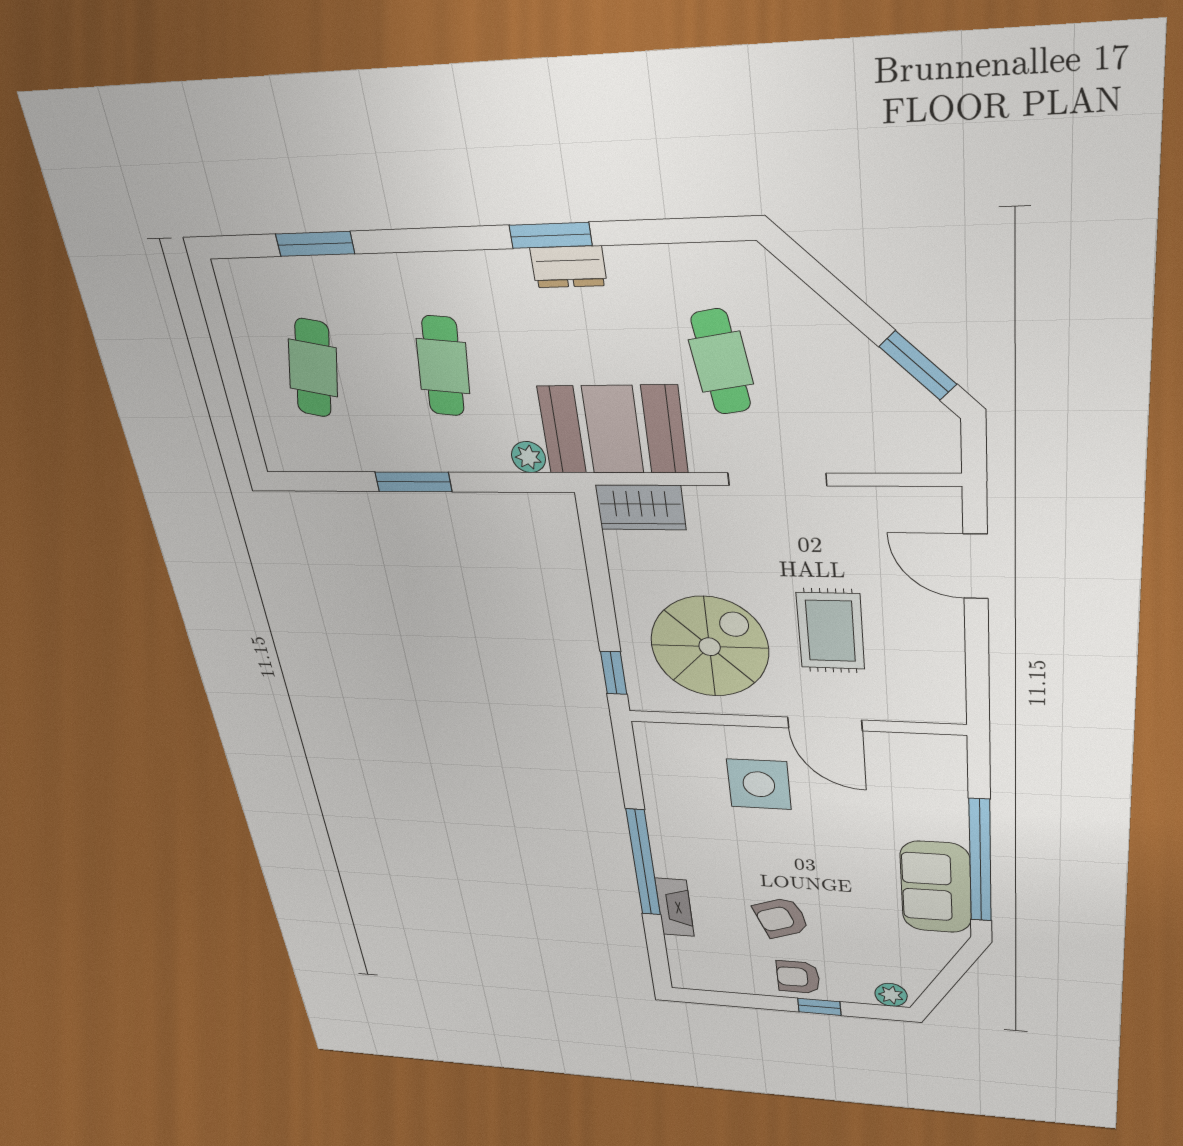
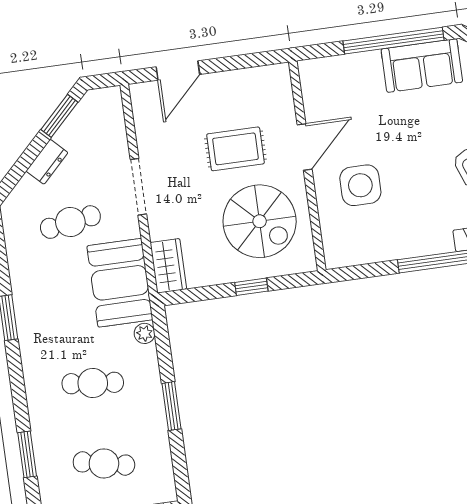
dresser: (568, 267) -> (47, 162), moved, turned 45
spiral stairs: (710, 647) -> (260, 221), turned 180
window: (614, 673) -> (251, 287), moved

